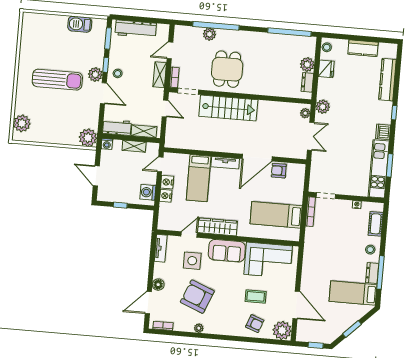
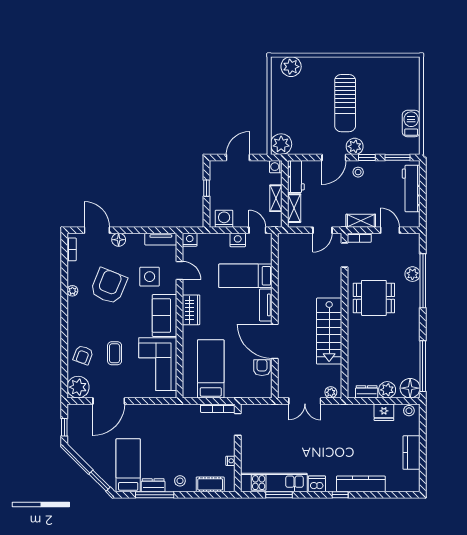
floor lamp: (307, 45) -> (410, 388), added
kitchen counter: (387, 80) -> (361, 484), moved
plant: (323, 107) -> (340, 412), removed
stairs: (228, 108) -> (329, 331), moved
nightstand: (166, 196) -> (190, 240), moved
wardrobe: (217, 227) -> (191, 310), width x0.67
window: (352, 329) -> (100, 481), moved

